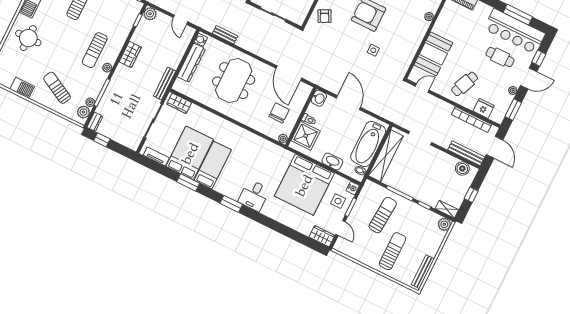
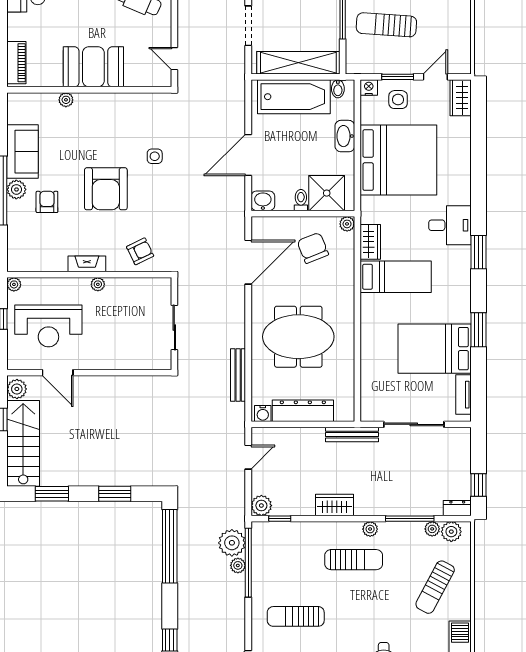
bench: (225, 35) -> (238, 375), width x1.36
booth: (433, 54) -> (93, 67), moved
wardrobe: (179, 103) -> (370, 242), moved
chair: (279, 113) -> (313, 248), turned 68
bed: (213, 165) -> (396, 277), moved, turned 180

